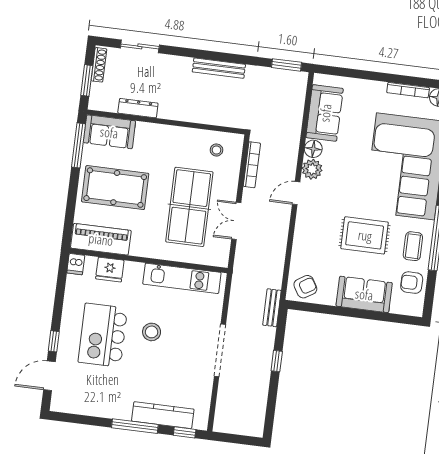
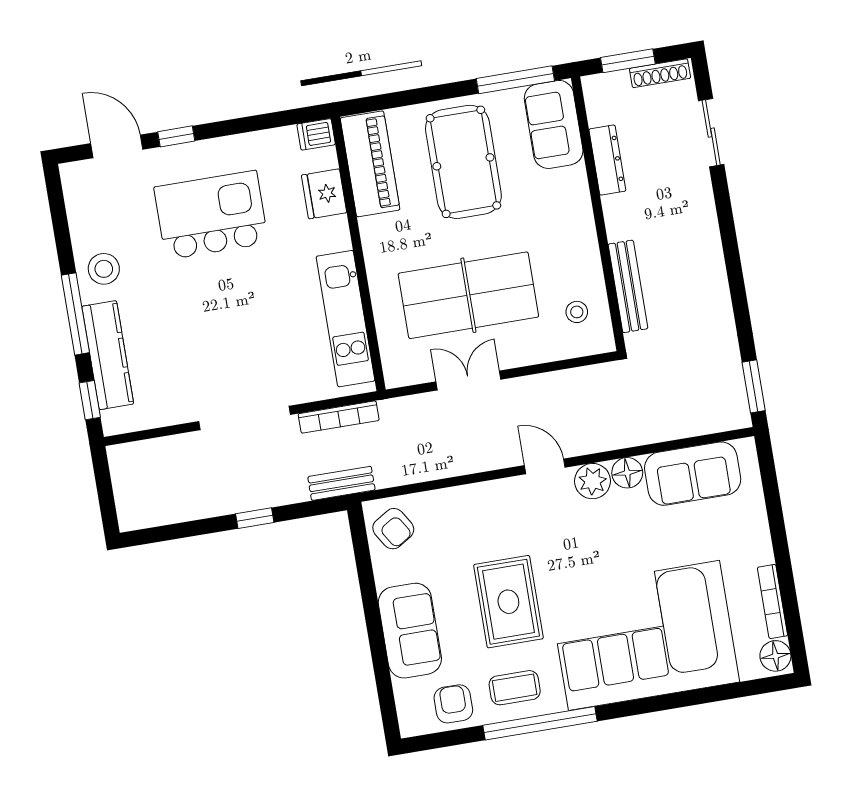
bench: (219, 68) -> (628, 286), moved
bookcase: (252, 165) -> (339, 417), moved
stool: (152, 332) -> (104, 269), moved

